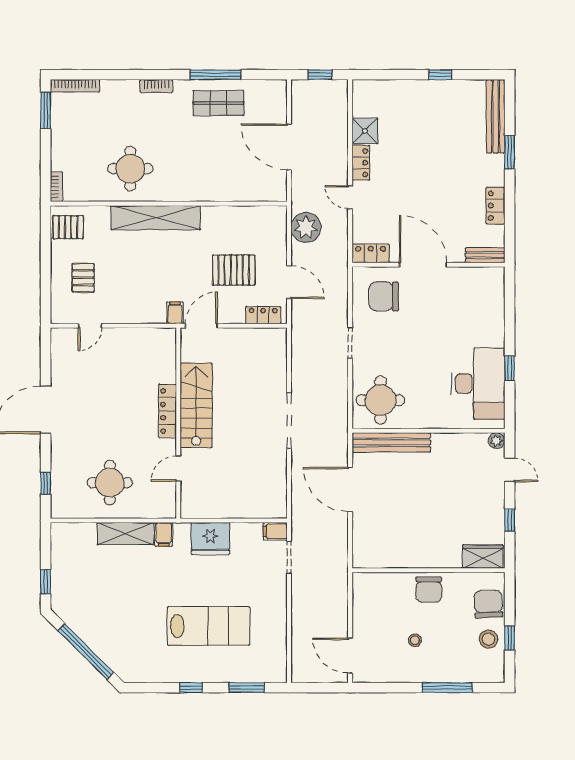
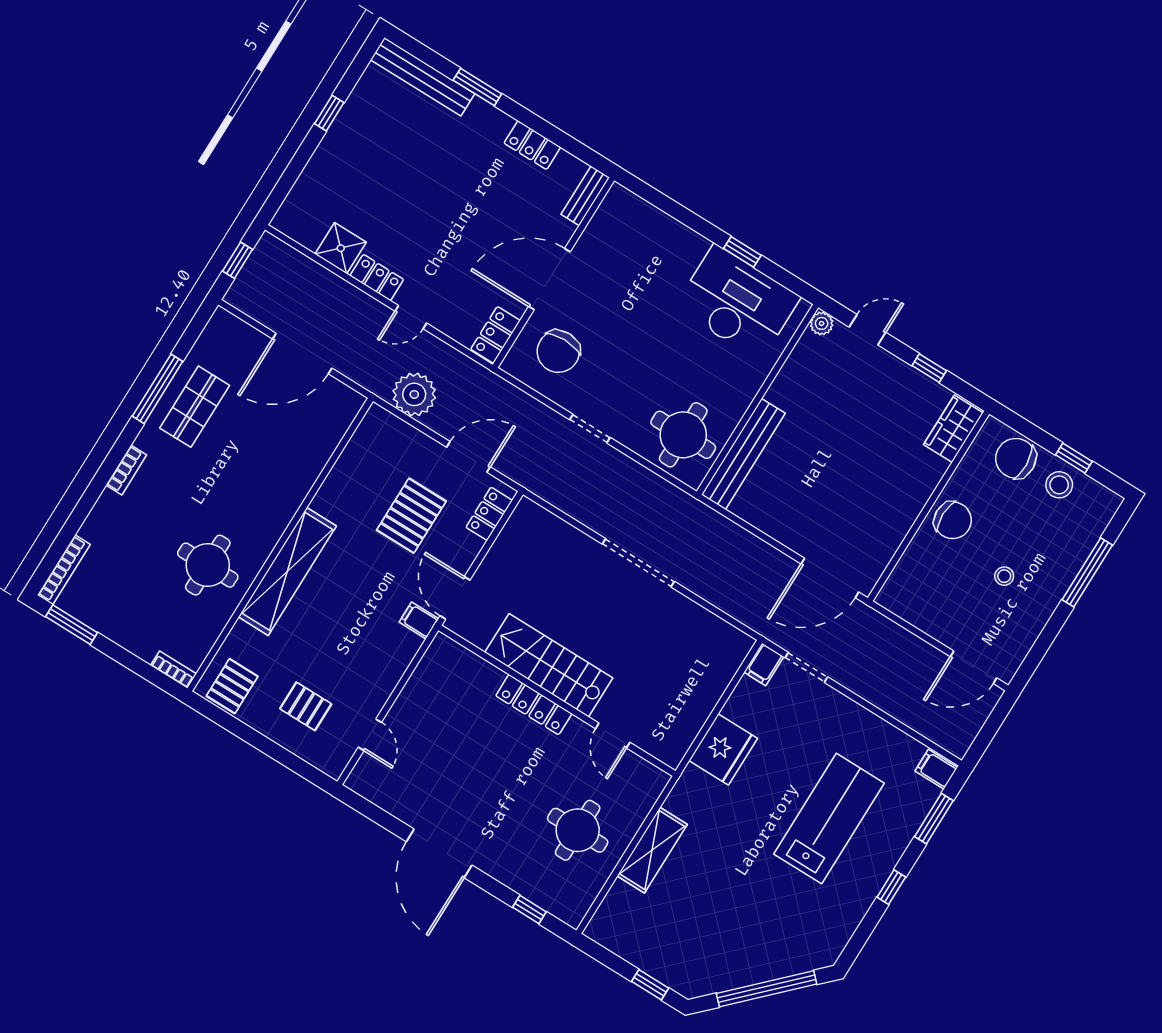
door: (350, 489) -> (830, 578), moved
filing cabinet: (164, 534) -> (936, 769), moved, turned 180

